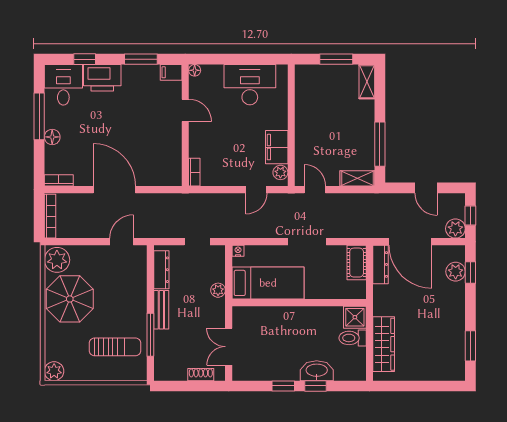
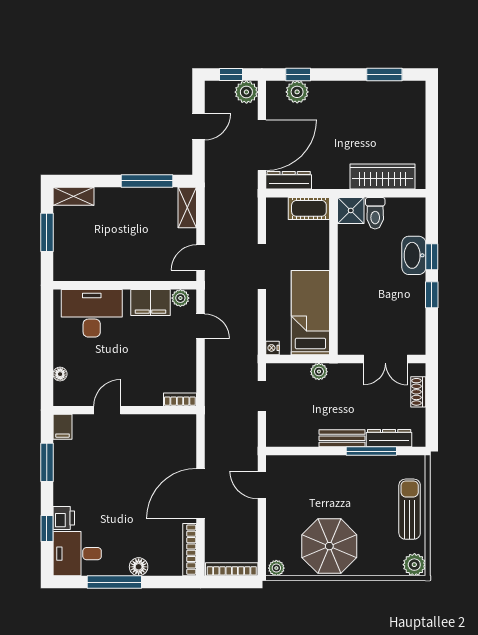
floor lamp: (195, 70) -> (60, 374), moved
printer: (102, 78) -> (64, 518), width x0.53, depth x0.68
desk: (250, 85) -> (92, 313), moved, turned 90
bookcase: (59, 180) -> (190, 550), width x1.56
plant: (57, 260) -> (276, 568), width x0.53, depth x0.53
cot: (357, 263) -> (309, 208), moved
dresser: (161, 270) -> (389, 438), moved
sun lounger: (115, 347) -> (410, 509), moved

